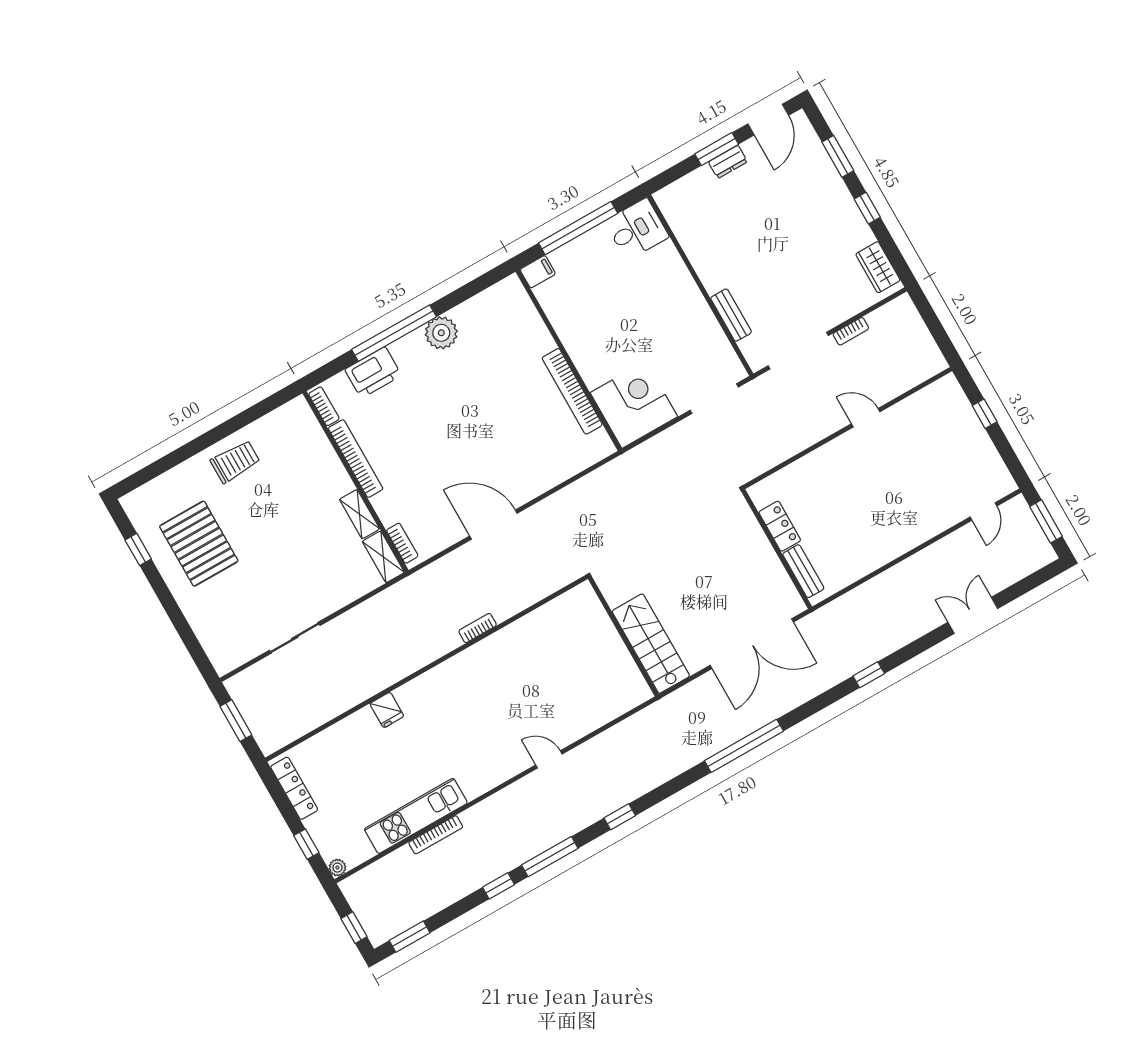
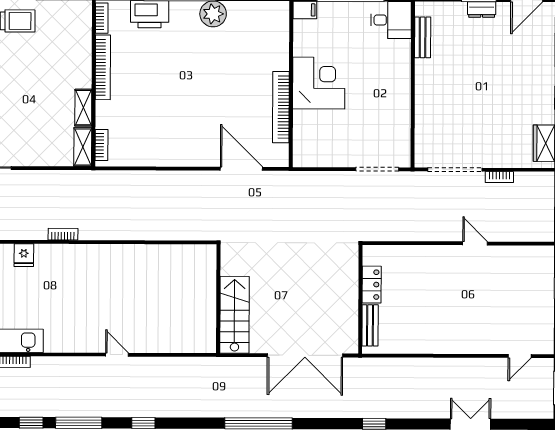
bench: (731, 315) -> (423, 37), moved
corner desk: (634, 405) -> (319, 83), moved
door: (493, 525) -> (241, 169), moved
bookcase: (478, 628) -> (63, 234), moved

